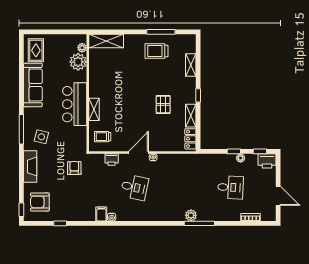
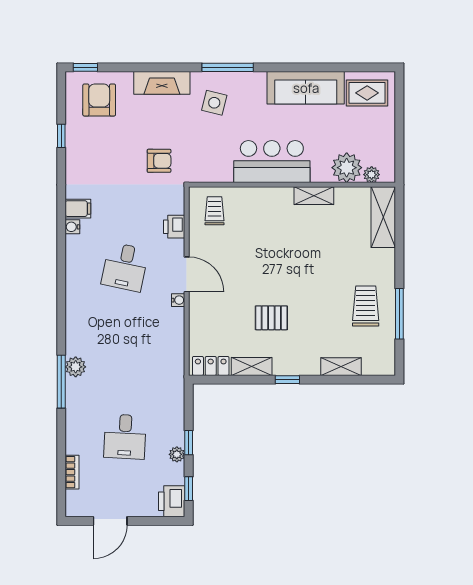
shelving: (94, 109) -> (314, 196), moved

